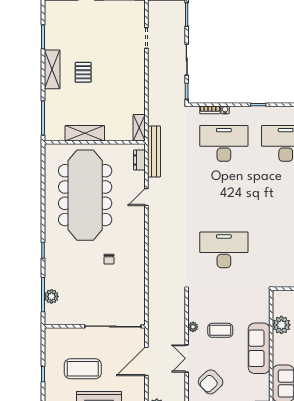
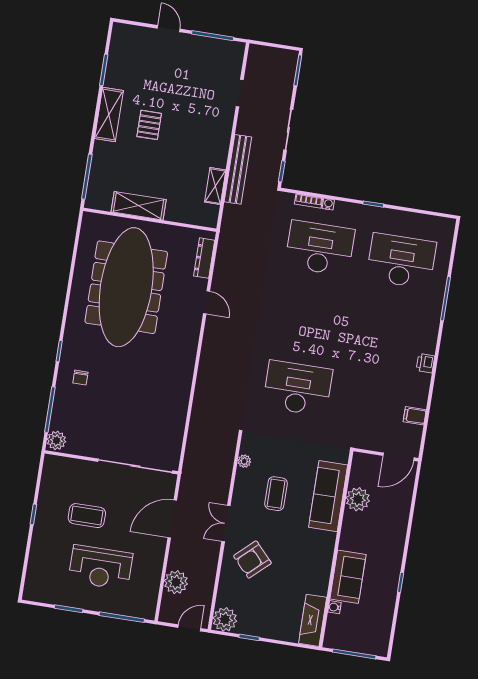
shelving: (139, 128) -> (215, 186), moved
bench: (154, 152) -> (238, 169), moved
dresser: (139, 160) -> (204, 258), width x1.44
door: (146, 197) -> (207, 302), swing flipped
chair: (109, 259) -> (80, 378), moved
plant: (51, 296) -> (56, 440), moved
plant: (193, 327) -> (244, 461), moved
coffee table: (220, 330) -> (276, 494), turned 90
sofa: (259, 348) -> (328, 496), moved
coffee table: (83, 369) -> (87, 516), width x0.73, depth x0.76

